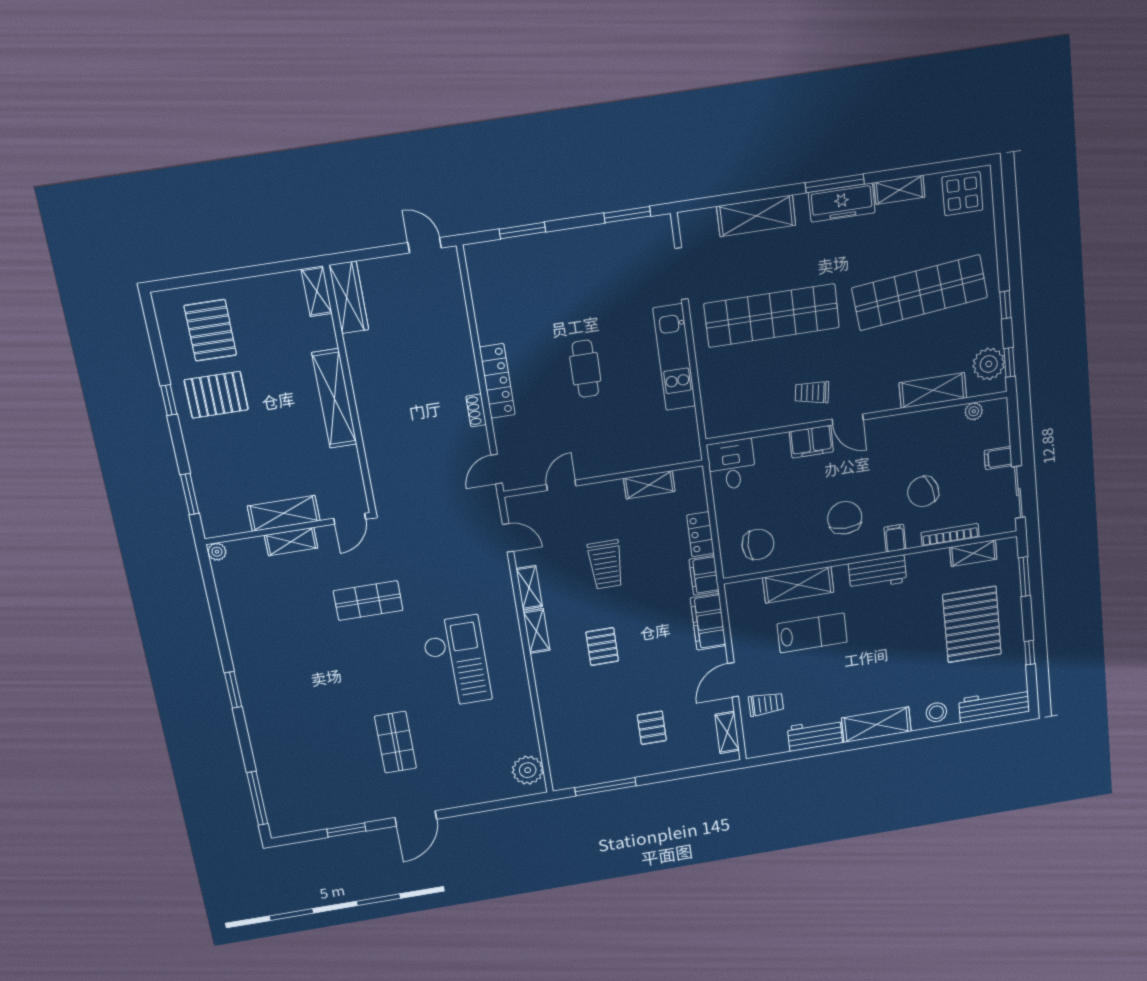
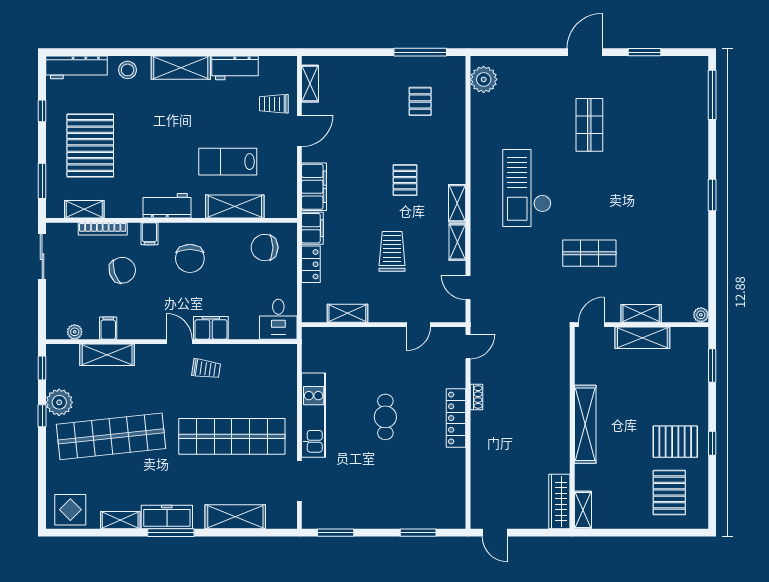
plant: (989, 364) -> (59, 402), moved
filing cabinet: (998, 458) -> (108, 328), moved, turned -90
pallet: (652, 728) -> (420, 101), moved

